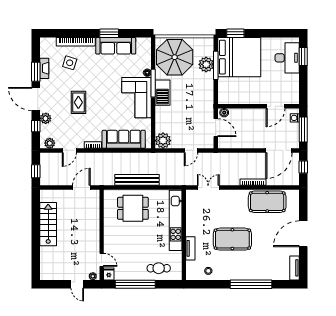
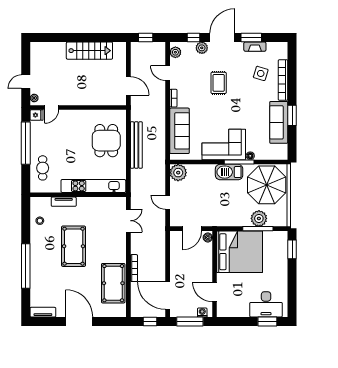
bed: (239, 57) -> (239, 252), moved, turned -90
rug: (78, 102) -> (219, 83), turned 90

